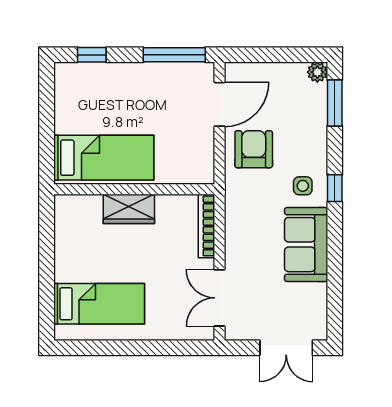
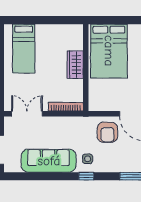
armchair: (254, 149) -> (107, 132), turned 90
bed: (104, 158) -> (109, 51), width x1.50
sofa: (306, 245) -> (49, 161), width x1.36

